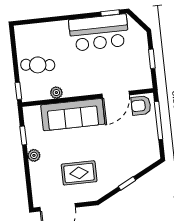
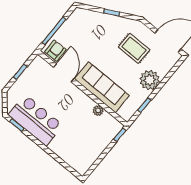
cafe table: (38, 65) -> (92, 138), removed
door: (116, 94) -> (64, 73), hinge flipped
armchair: (141, 105) -> (55, 51), turned -91
plant: (34, 155) -> (150, 80), width x1.87, depth x1.87

